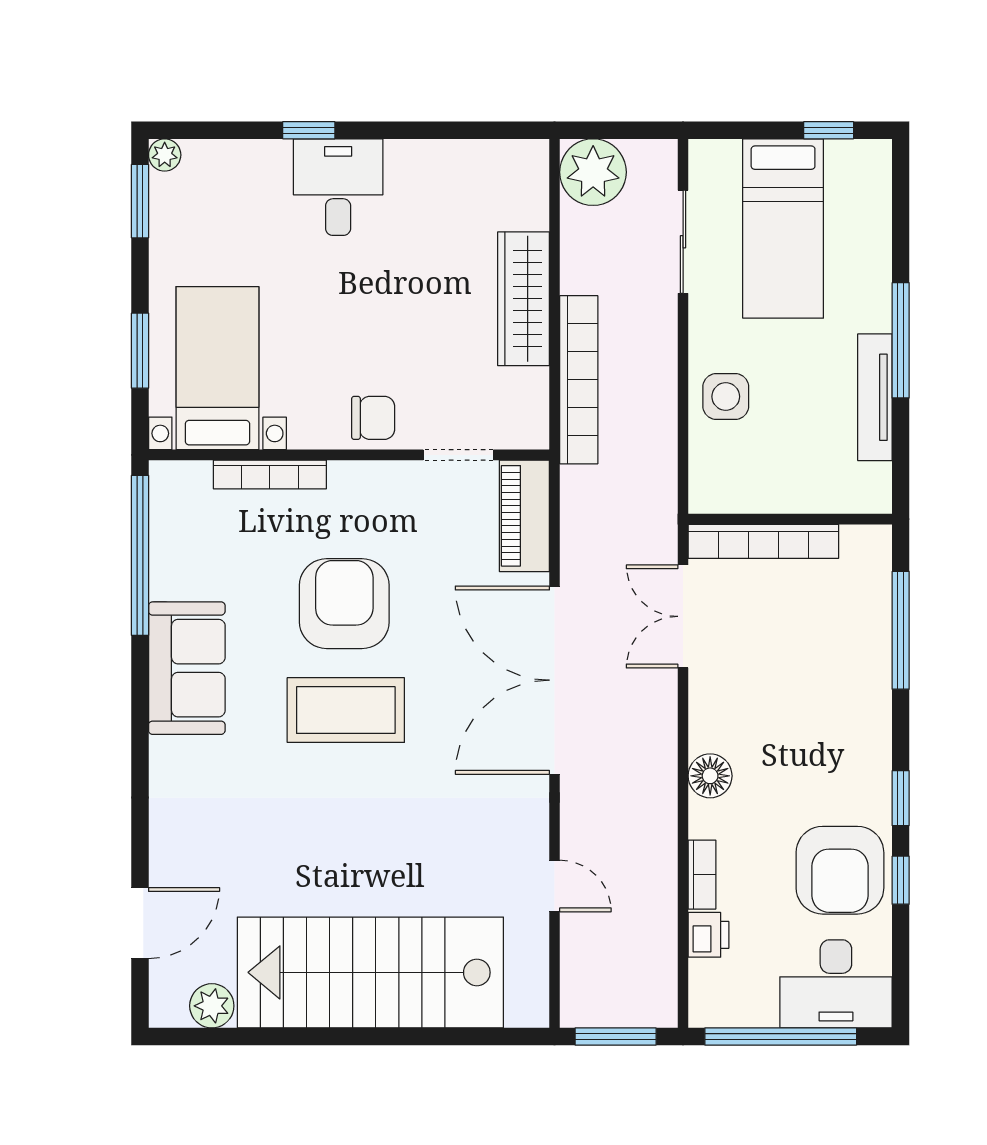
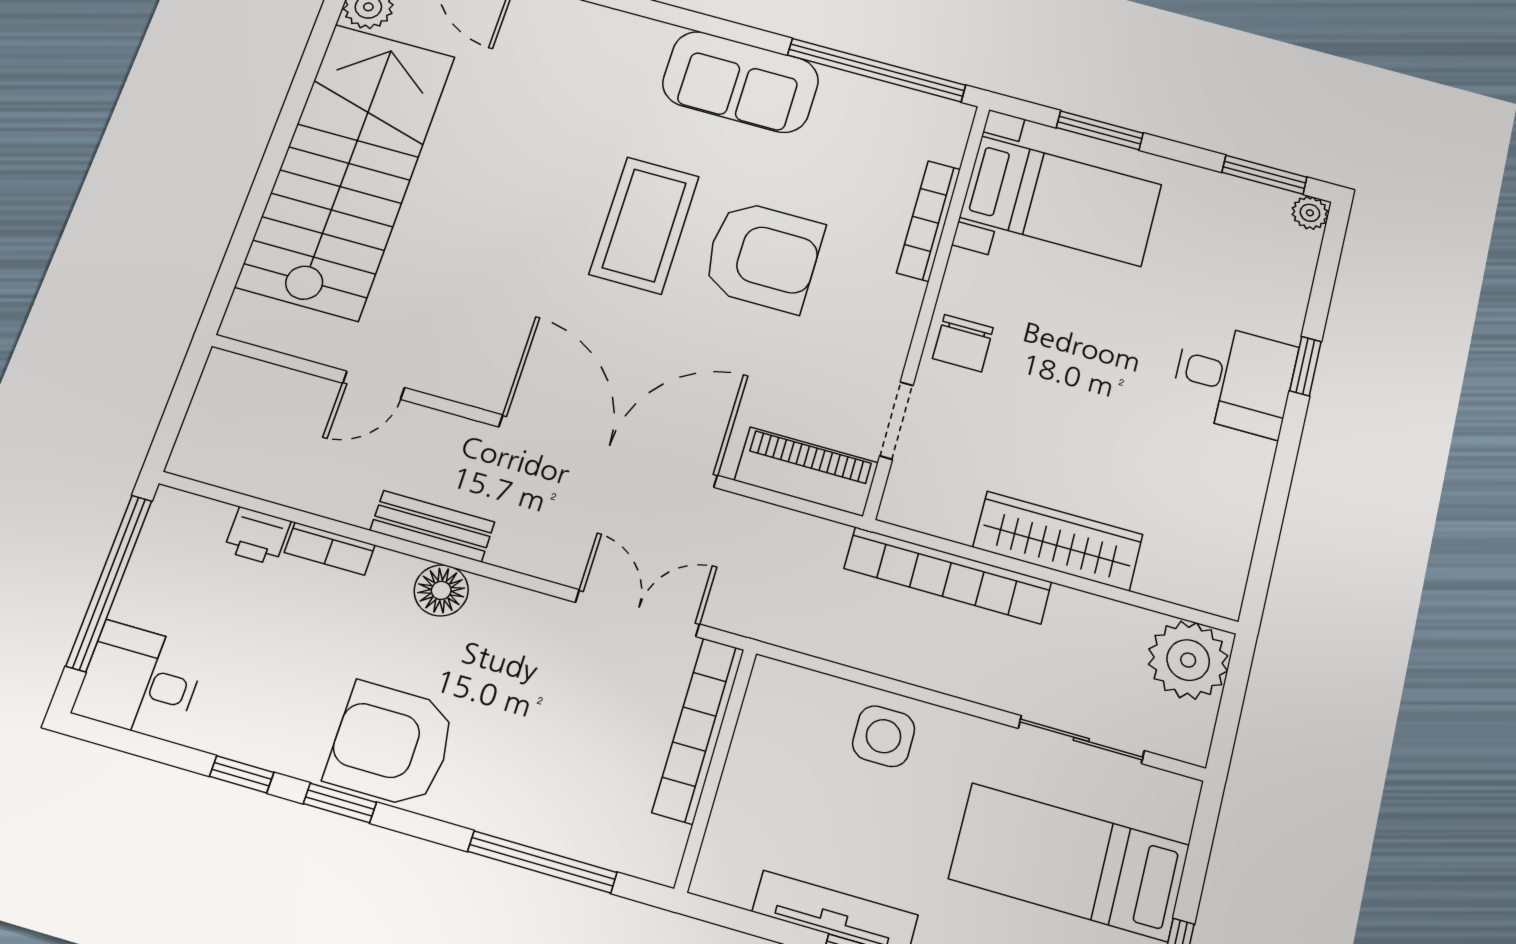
bench: (660, 800) -> (432, 526), added
armchair: (840, 870) -> (391, 745), moved
desk: (836, 984) -> (140, 681), width x0.73
window: (616, 1036) -> (179, 402), removed

